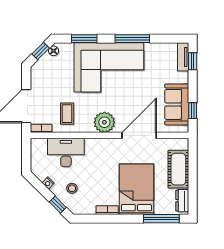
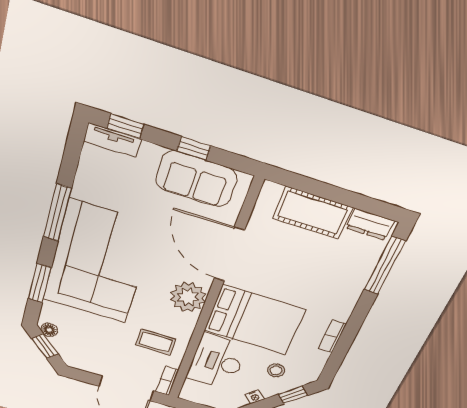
window: (193, 111) -> (194, 148), moved
bed: (136, 189) -> (255, 320), moved, turned 180

